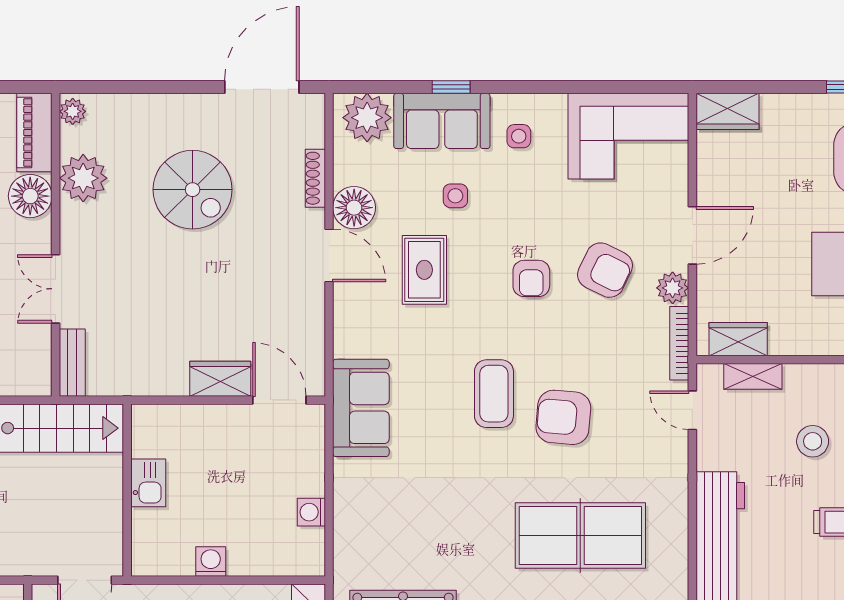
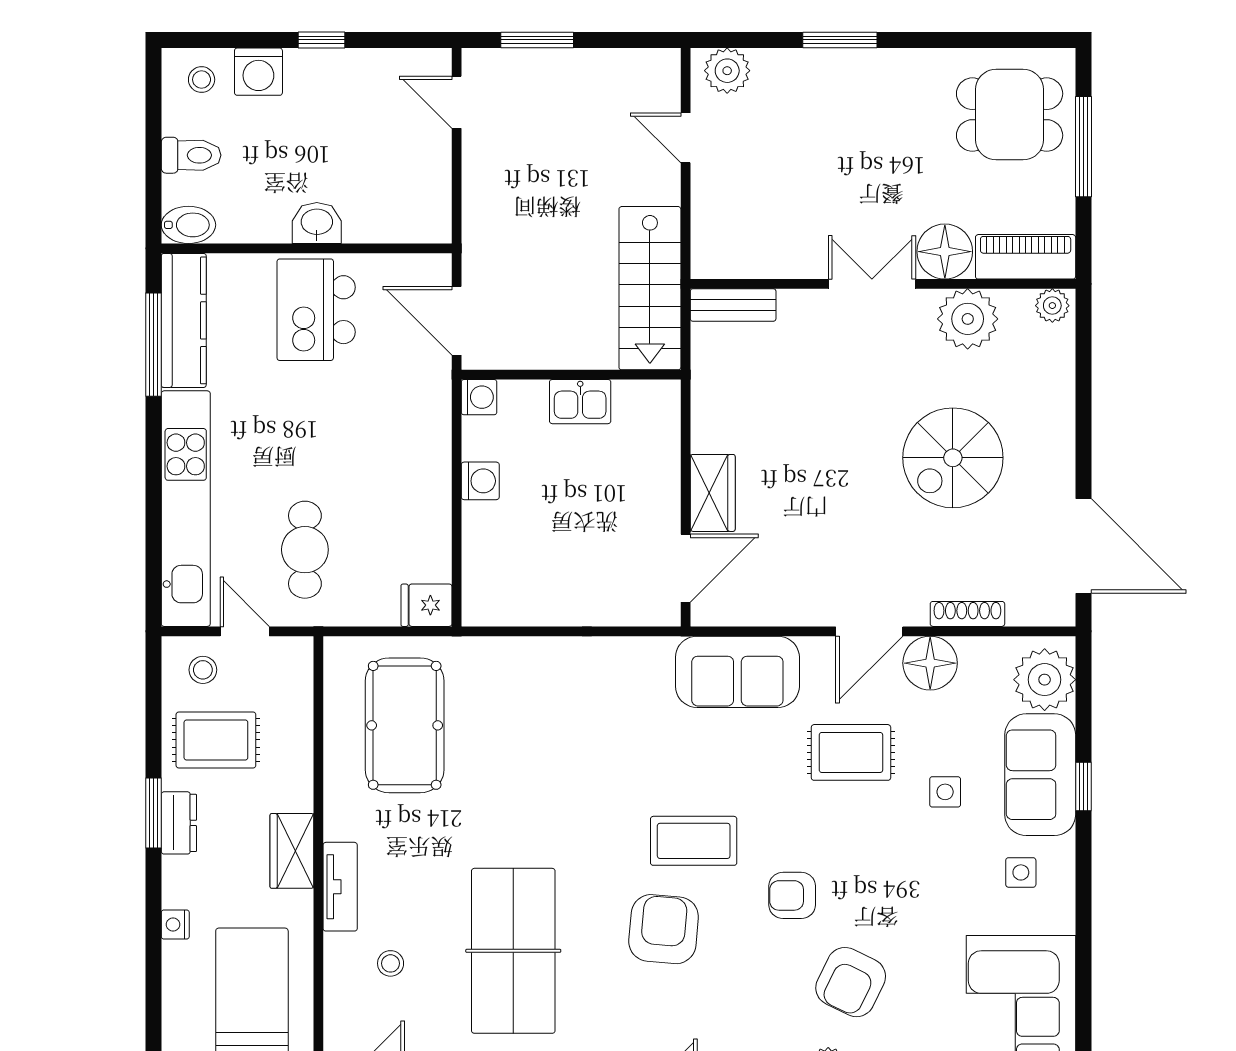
armchair: (531, 278) -> (792, 895), moved
double door: (56, 289) -> (872, 284), moved
sofa: (361, 408) -> (737, 672), moved
washing machine: (311, 512) -> (479, 397), moved, turned 90

